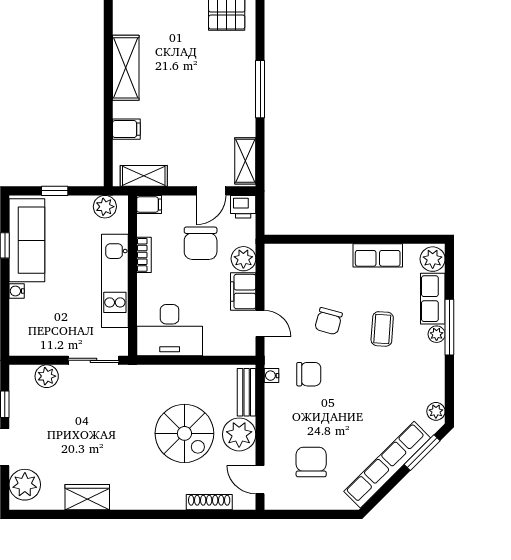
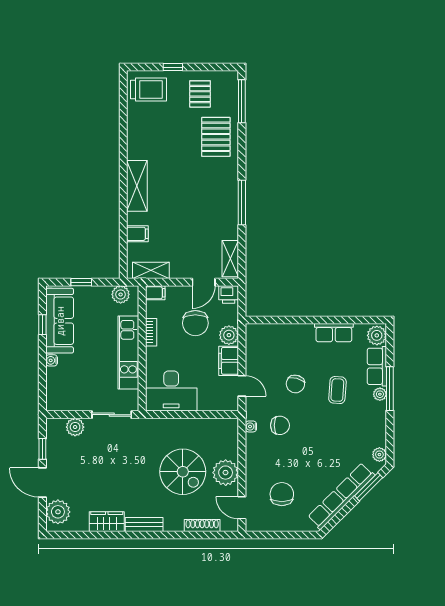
bench: (247, 392) -> (144, 524), moved, turned 90

